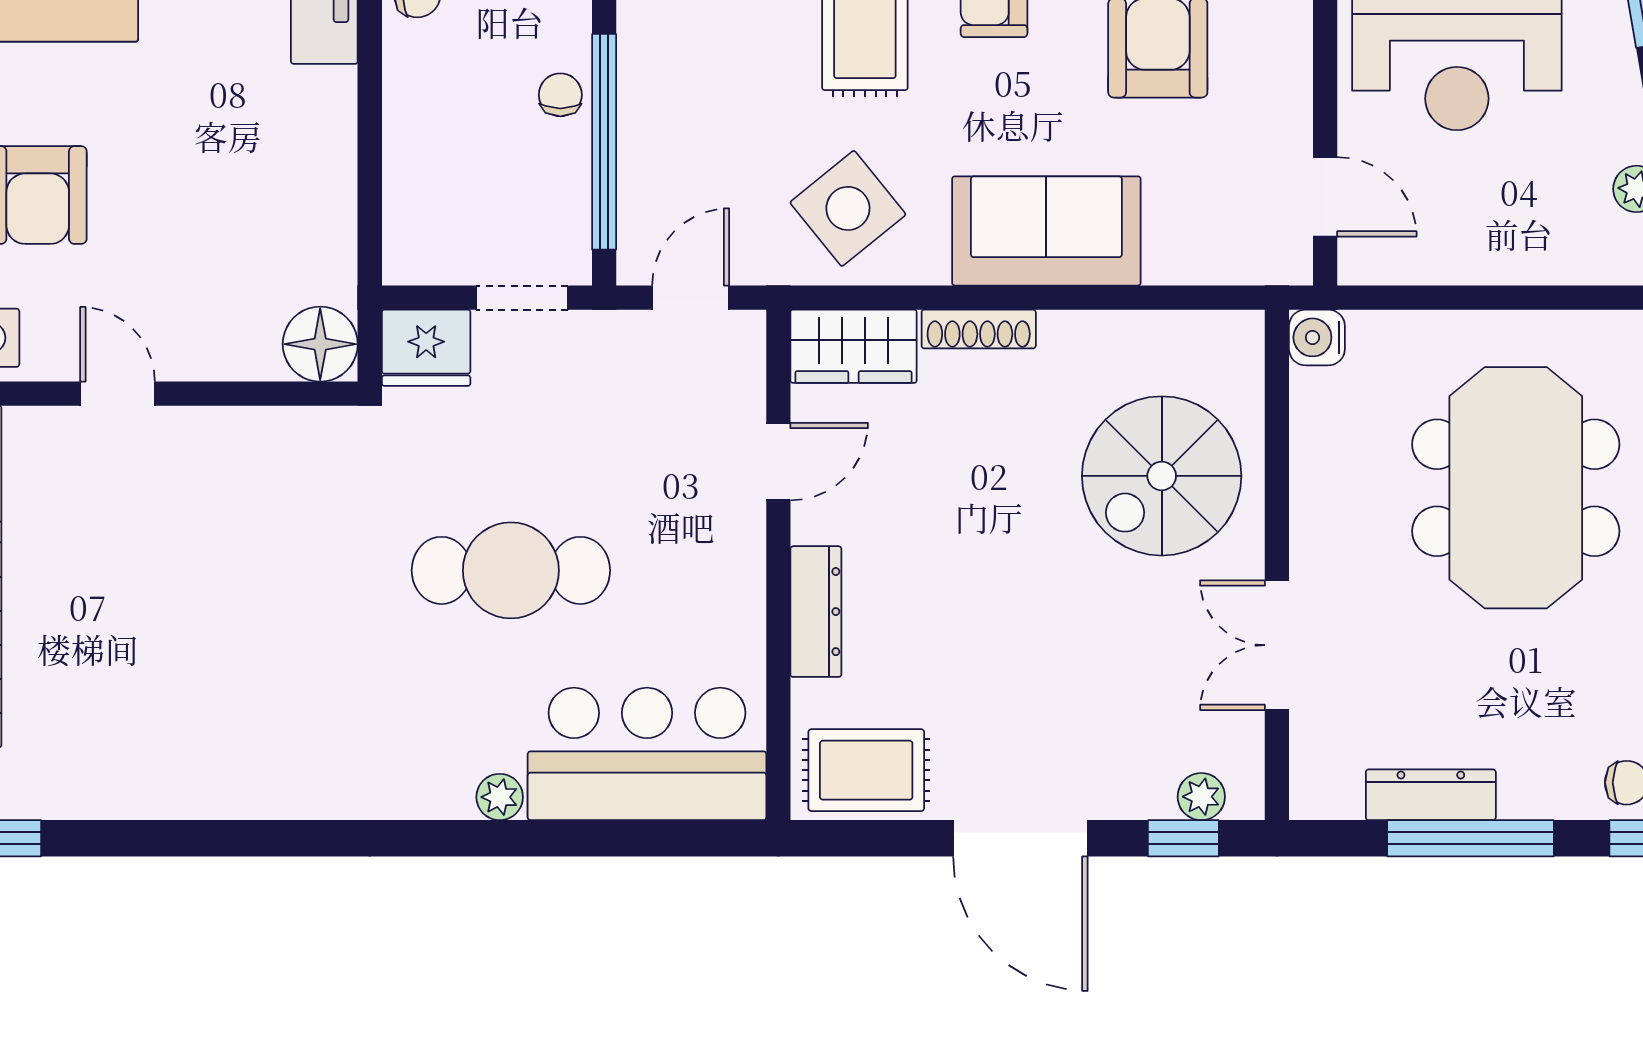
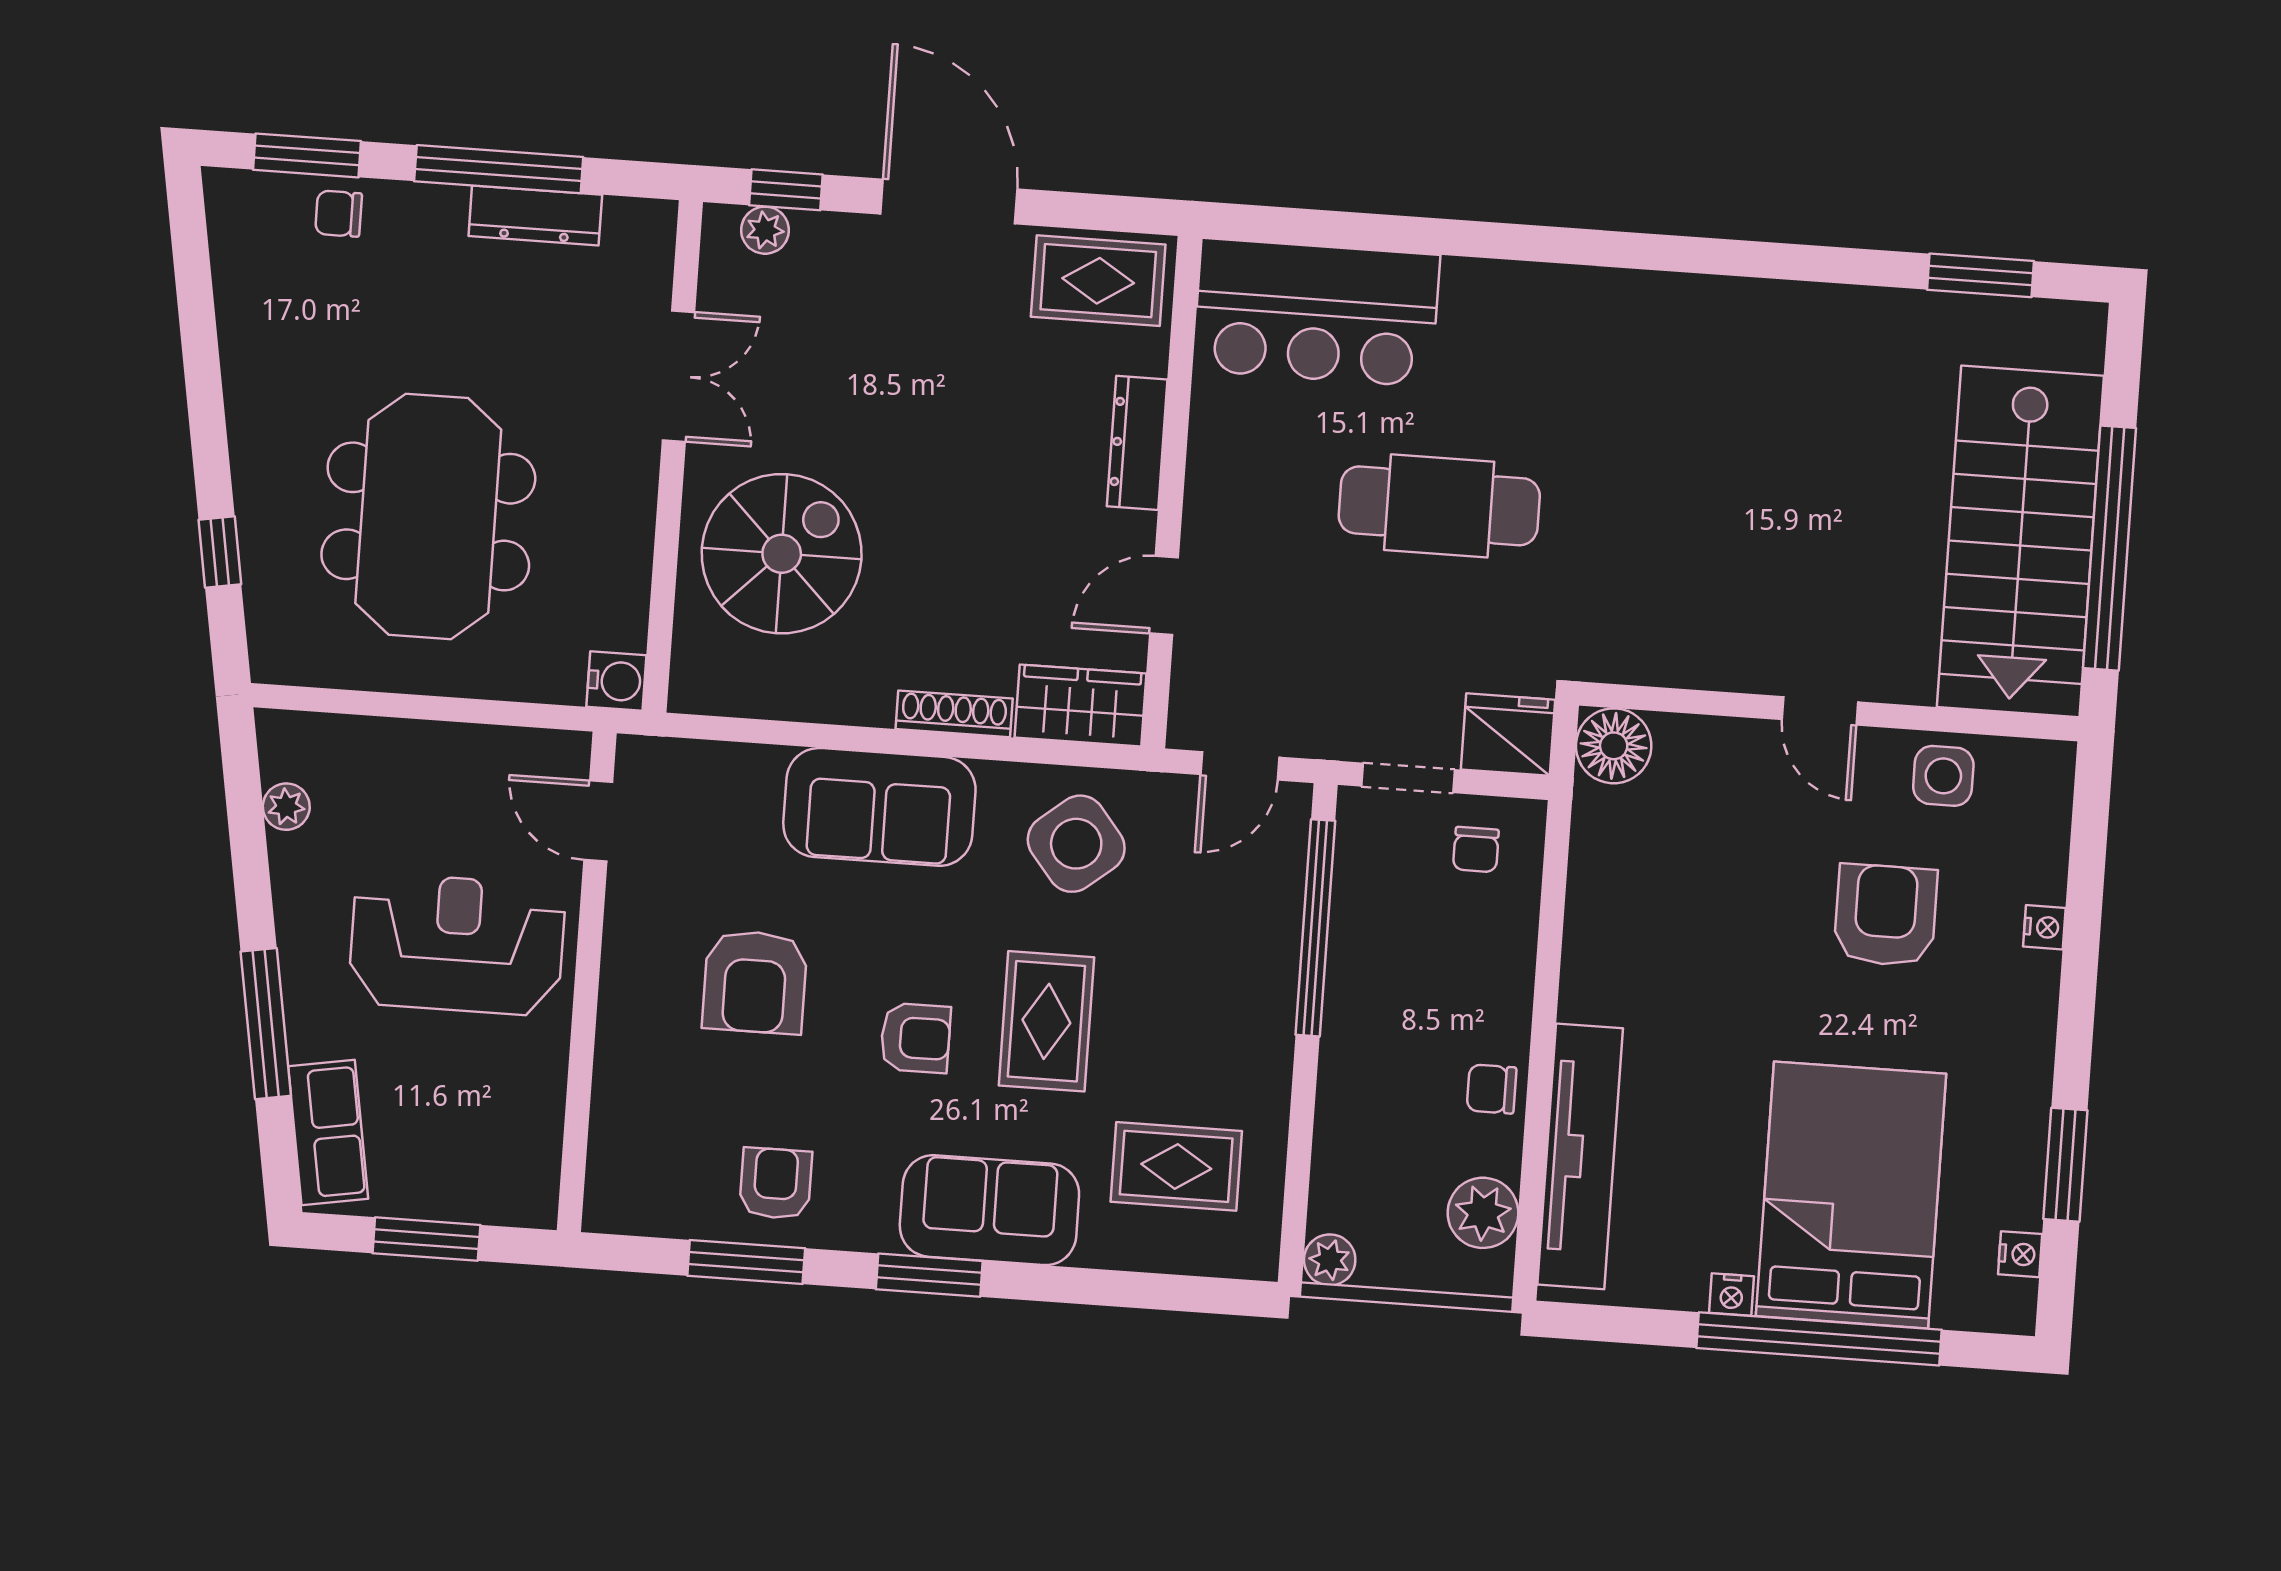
chair: (560, 95) -> (1476, 850), moved
plant: (500, 797) -> (1467, 280), removed

